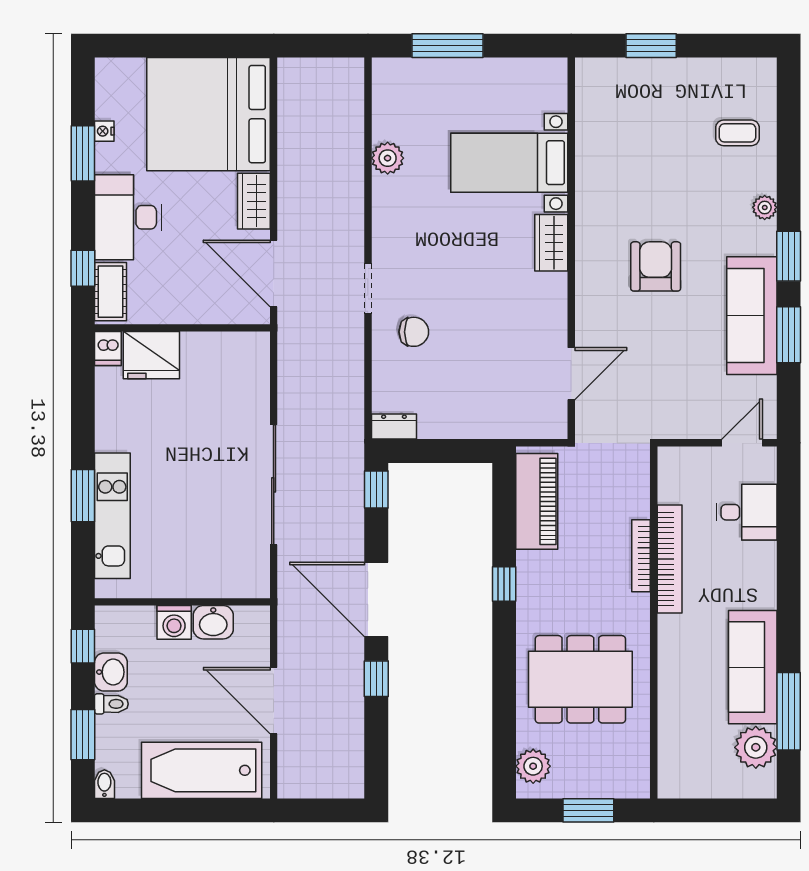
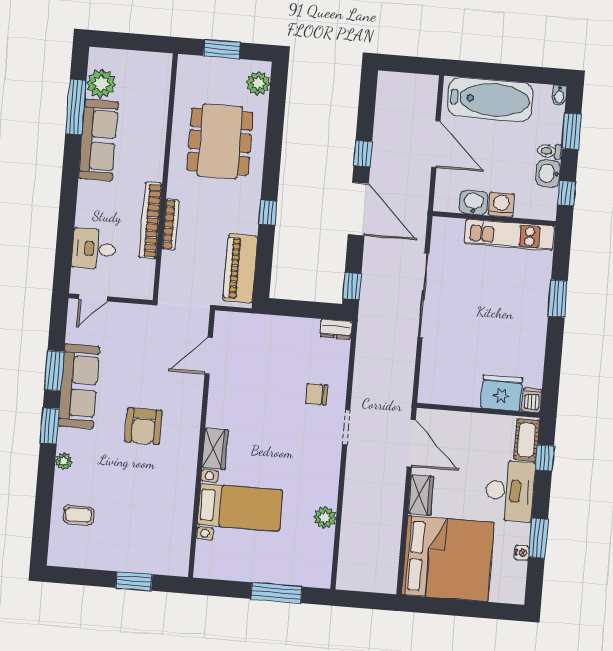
kitchen unit: (112, 516) -> (509, 235), moved, turned -90
dining table: (580, 679) -> (220, 141), turned 90

